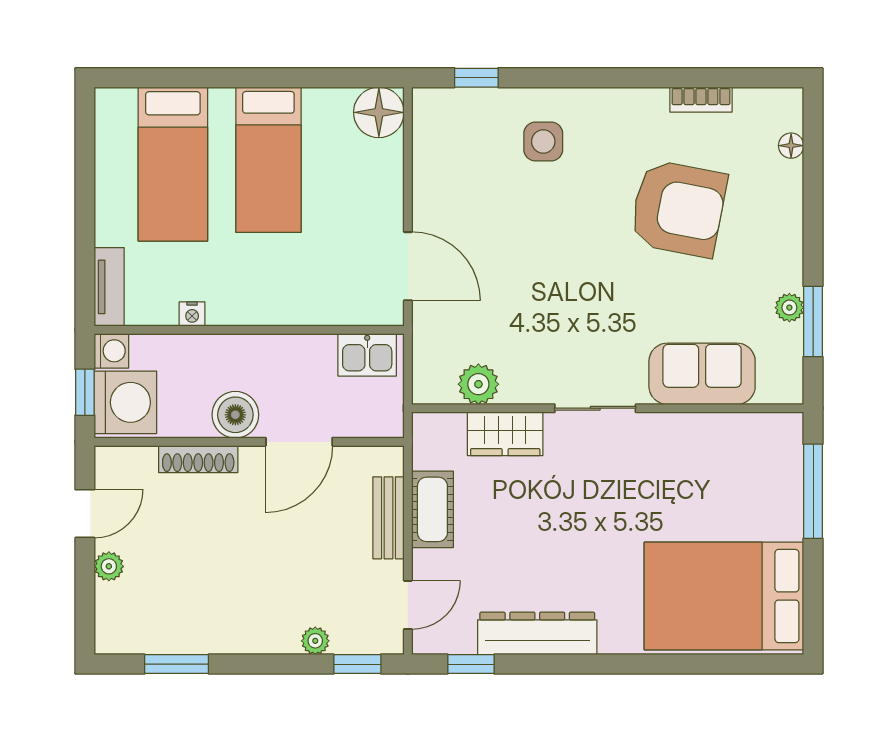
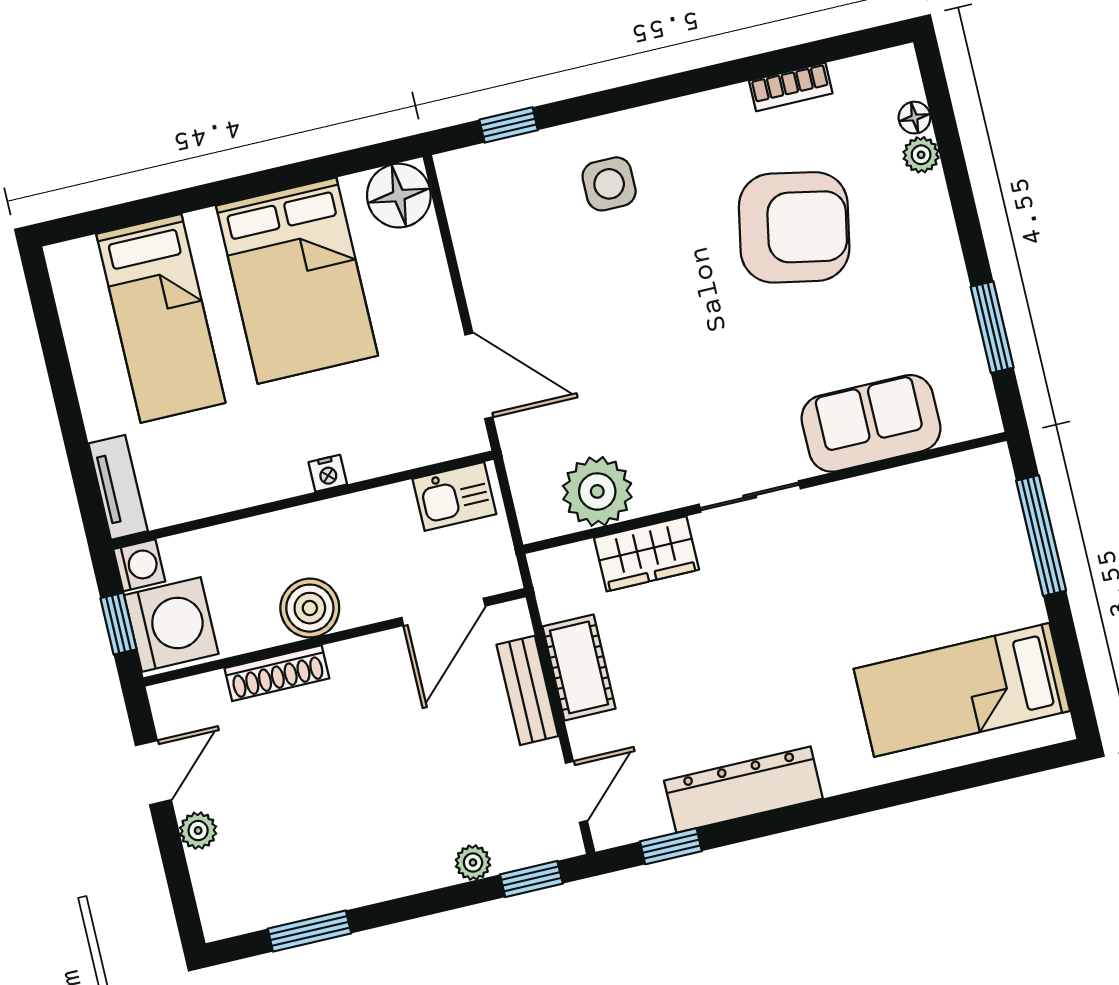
bed: (268, 160) -> (297, 281), width x1.50
plant: (789, 308) -> (921, 155), moved
nightstand: (192, 314) -> (328, 473), moved
plant: (478, 384) -> (597, 491), width x1.36, depth x1.36
door: (299, 442) -> (443, 612), moved
bed: (724, 596) -> (962, 690), width x0.67

